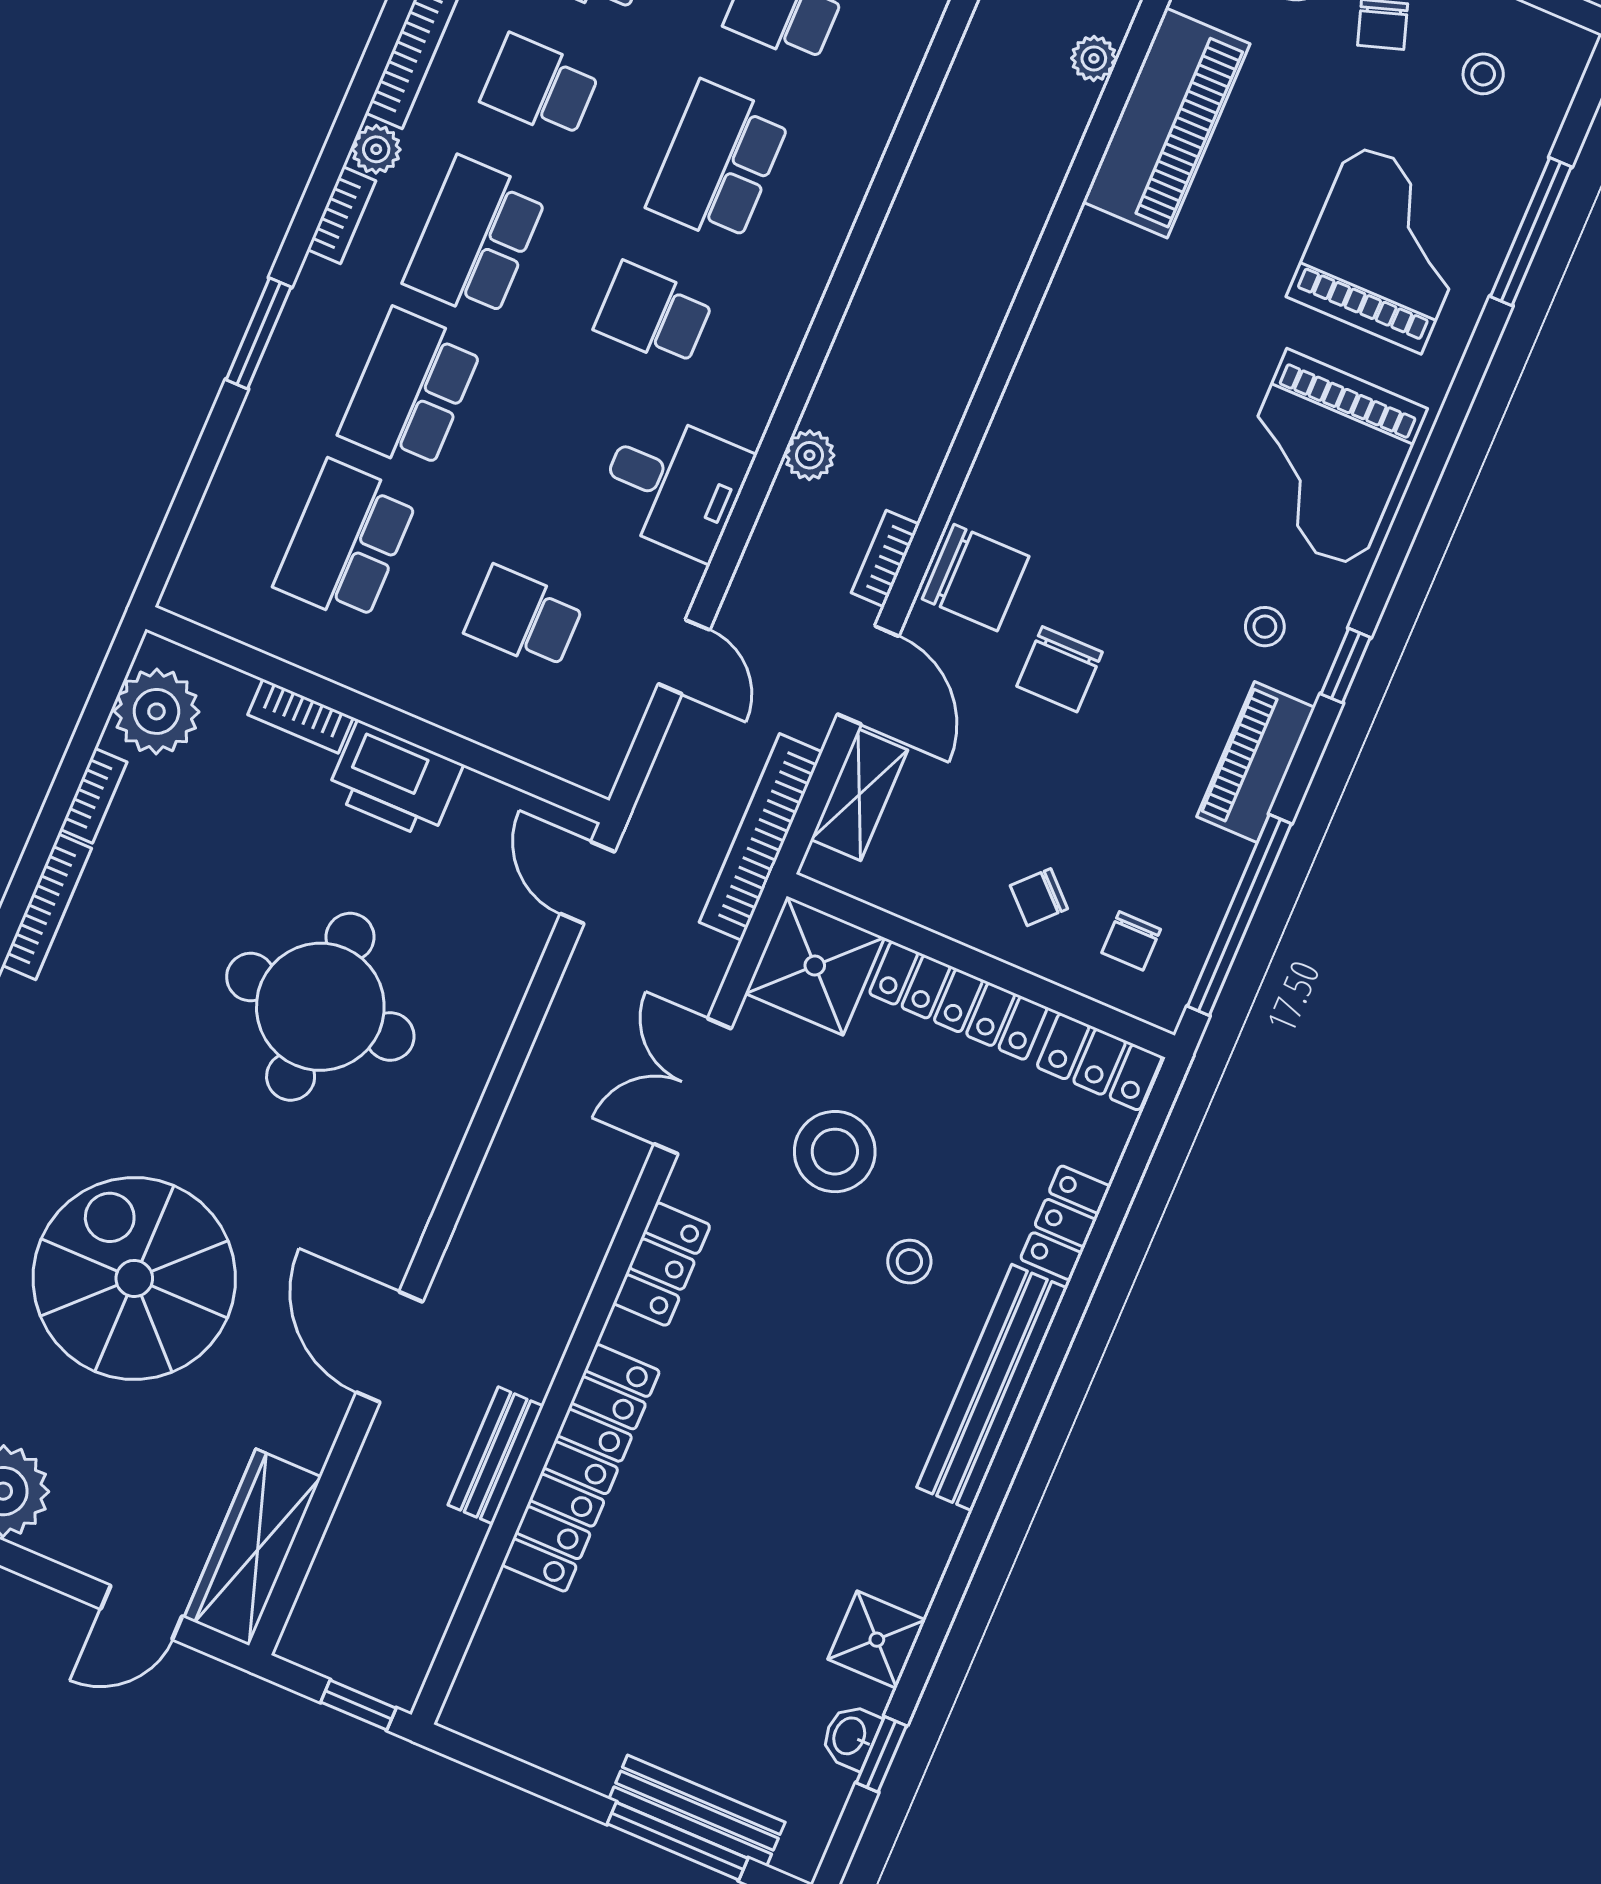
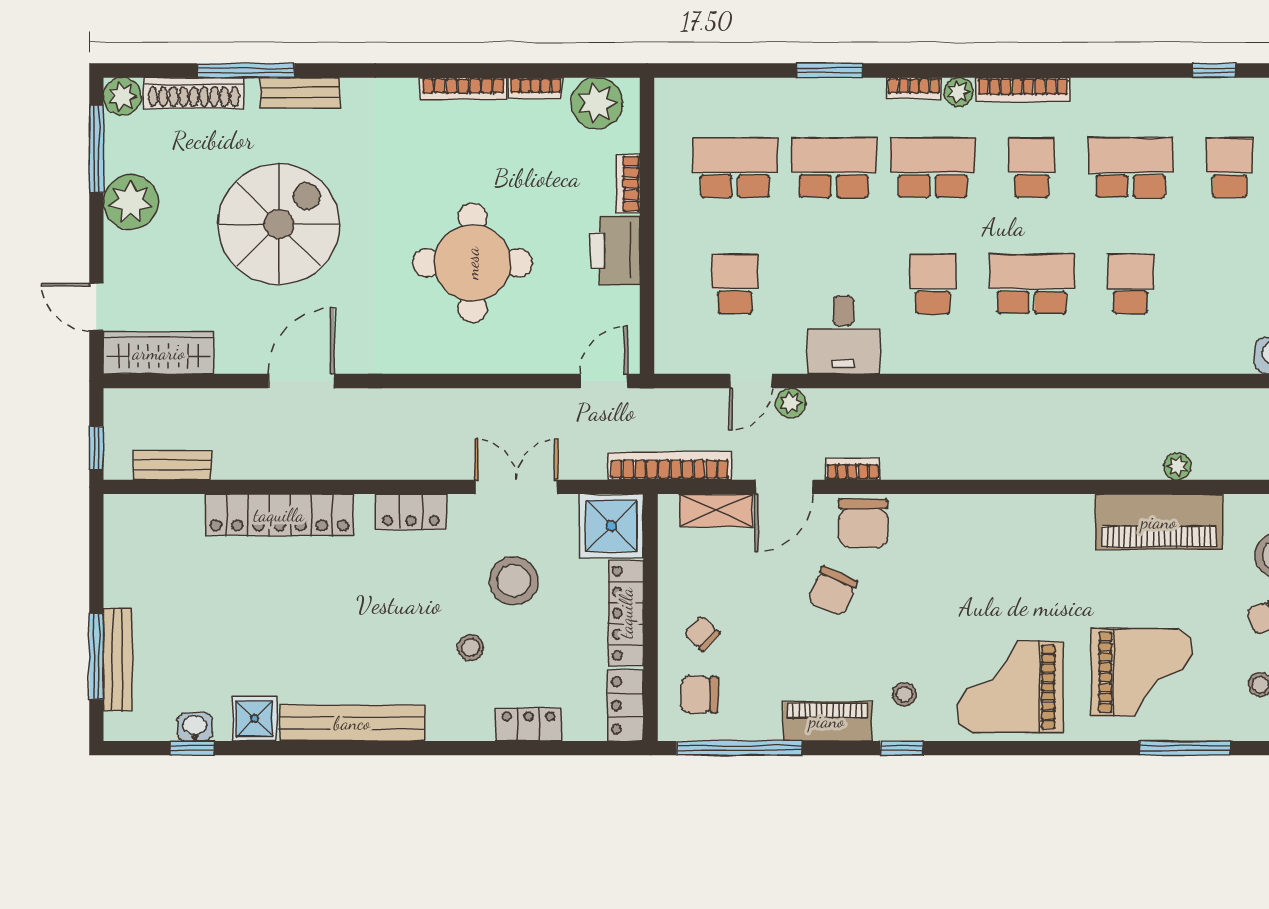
plant: (810, 455) -> (791, 403), moved
chair: (1060, 669) -> (832, 591), turned -66
chair: (1131, 941) -> (700, 695), width x1.37, depth x1.37
bench: (992, 1388) -> (352, 723), moved
bench: (496, 1456) -> (172, 465), moved

